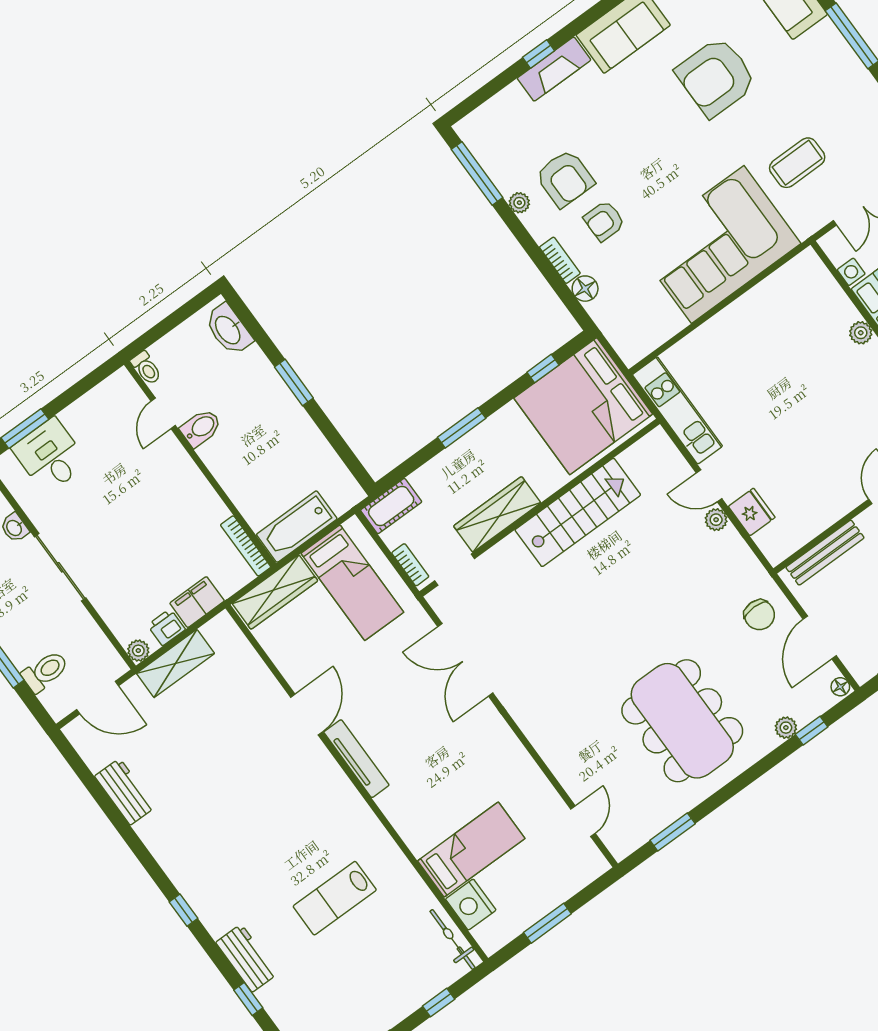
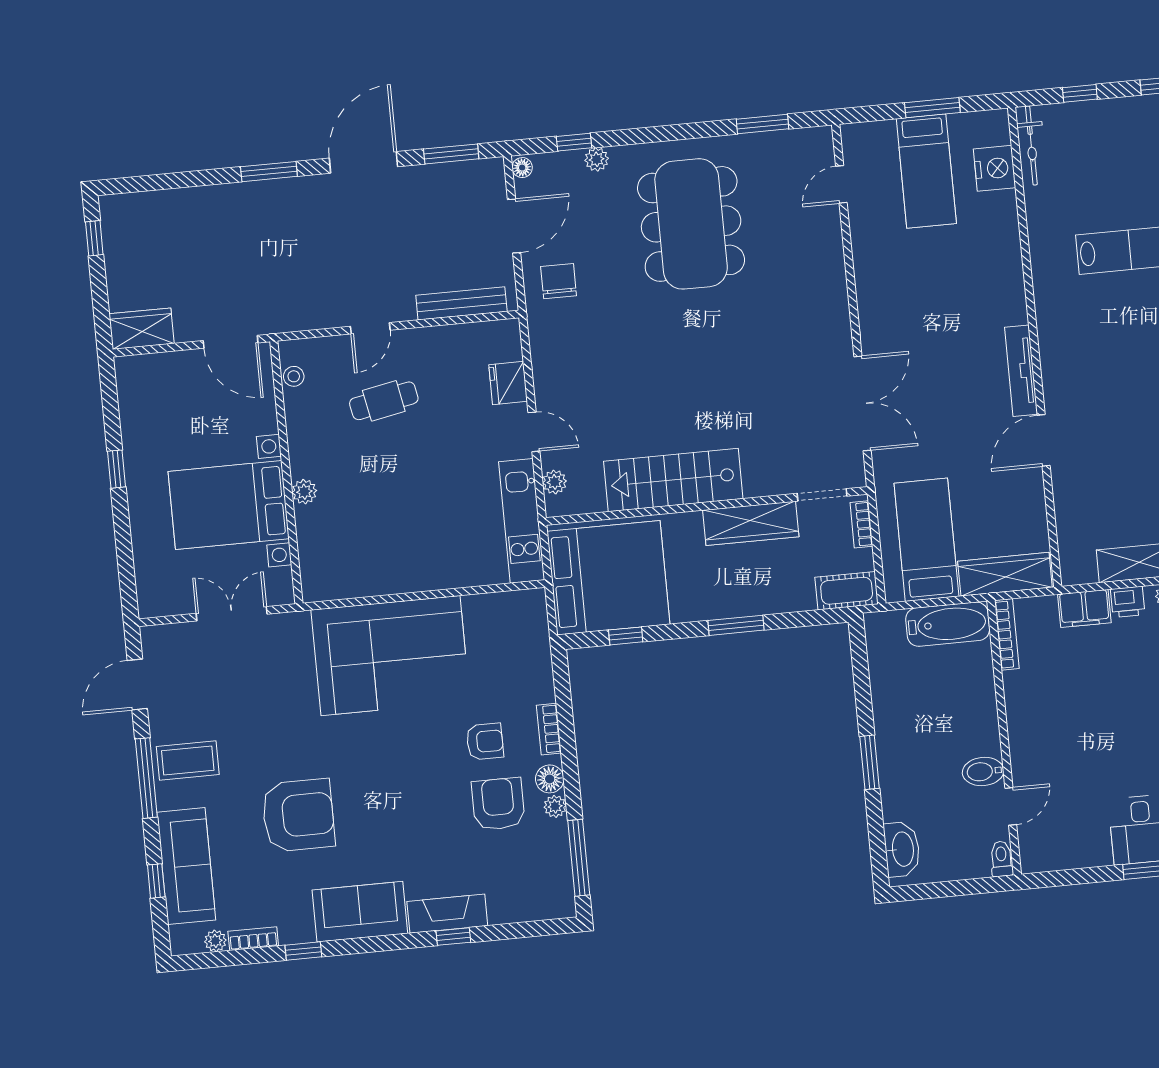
coffee table: (797, 163) -> (188, 760), moved
floor lamp: (585, 289) -> (550, 779), moved
cafe table: (841, 441) -> (384, 401), added
plant: (716, 520) -> (555, 482), moved
bed: (471, 850) -> (926, 171), moved, turned -90

